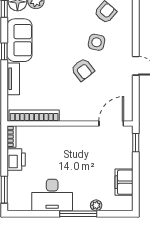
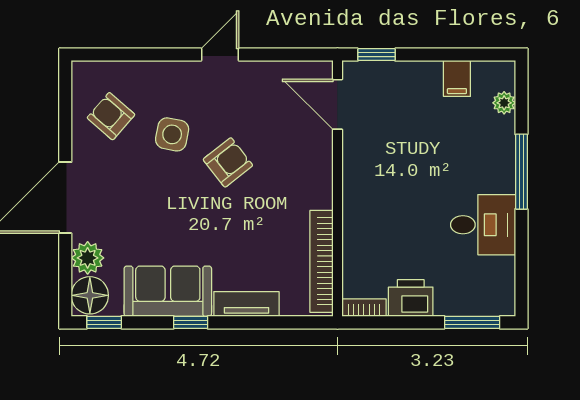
filing cabinet: (124, 182) -> (457, 78), width x0.50
desk: (52, 195) -> (483, 225), width x0.73
plant: (96, 205) -> (504, 103), moved

